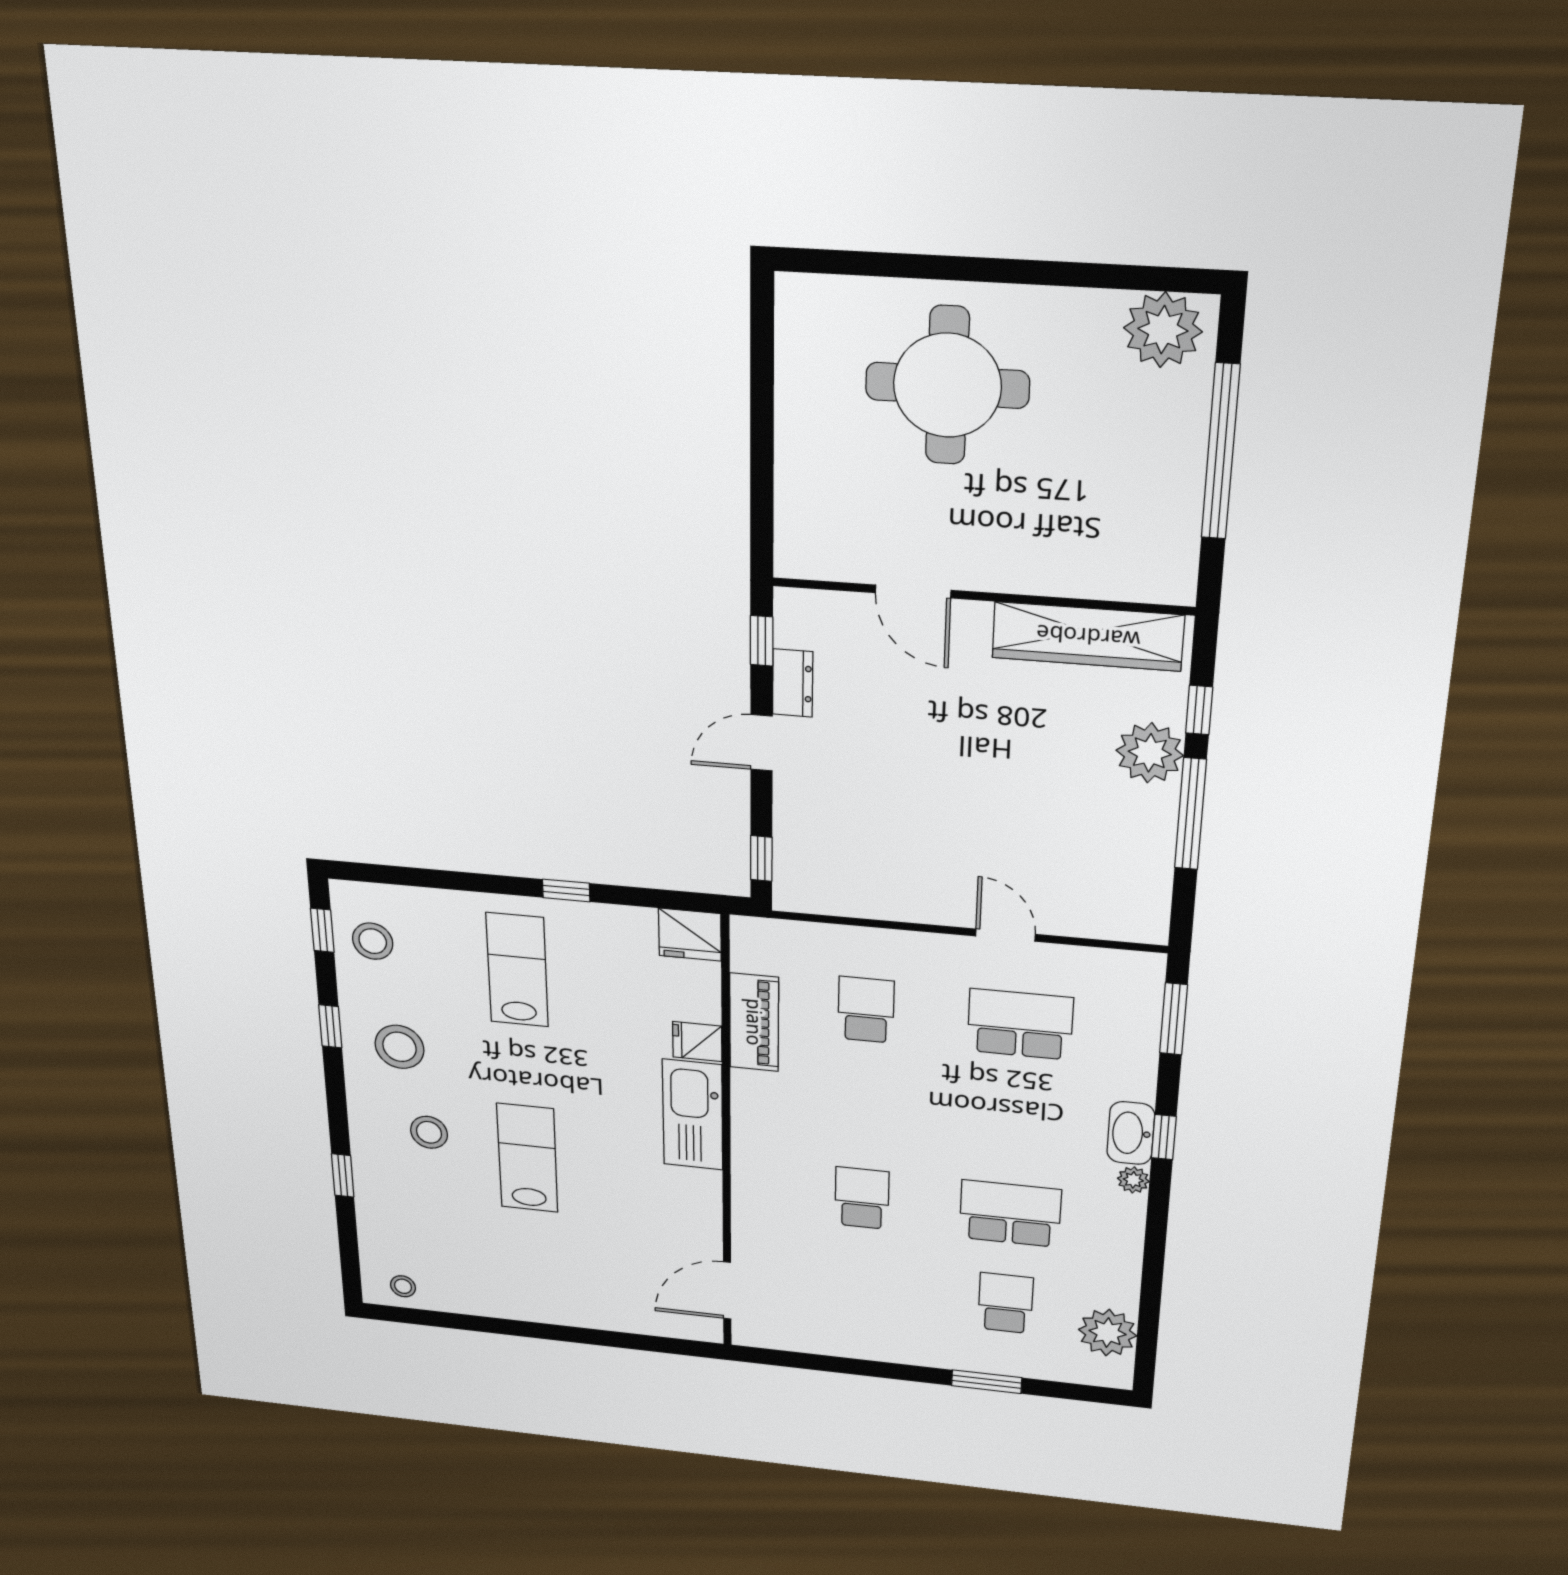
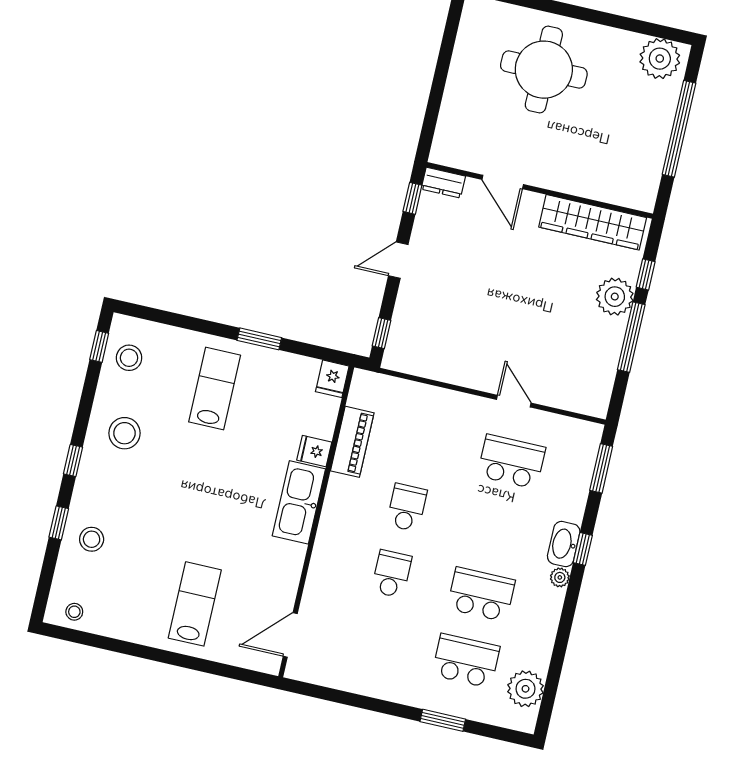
dresser: (793, 683) -> (443, 183), moved, turned 90
window: (566, 890) -> (259, 339), width x1.50
fridge: (690, 935) -> (332, 379), width x0.72
school desk: (866, 1010) -> (407, 507), moved
window: (330, 1026) -> (73, 461), moved
stool: (429, 1132) -> (92, 539), moved
lab bench: (527, 1158) -> (195, 604), moved
school desk: (1005, 1303) -> (466, 661), width x1.85

